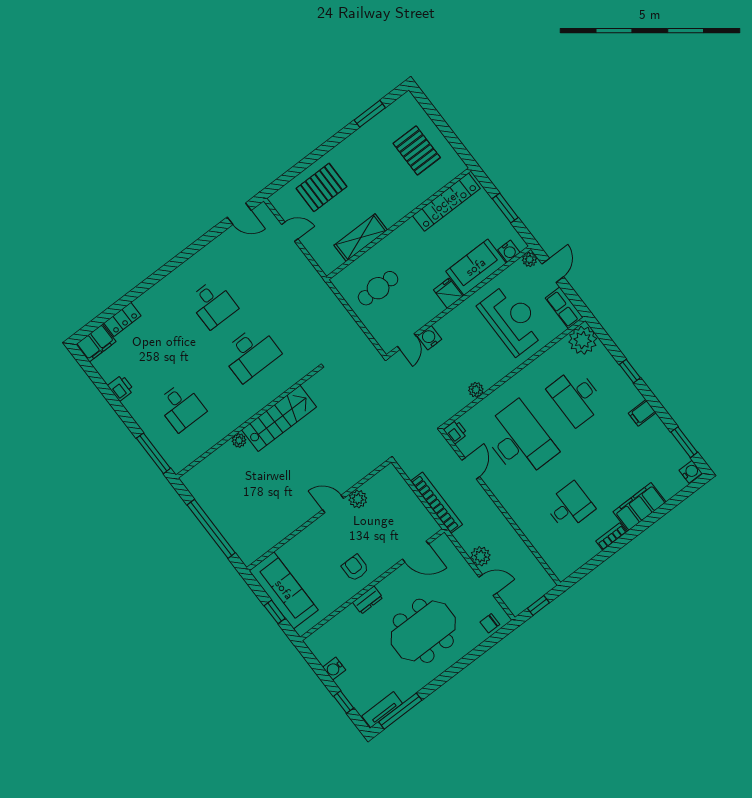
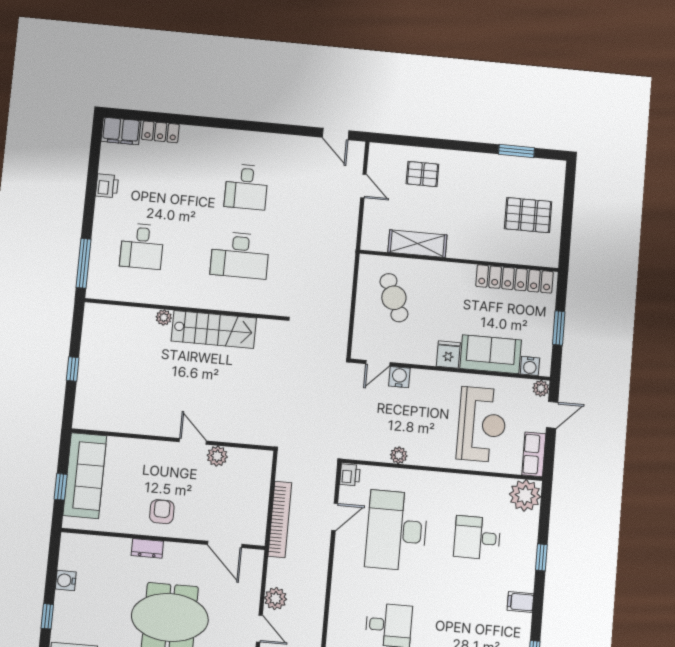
pallet: (417, 150) -> (528, 215), turned 90
pallet: (321, 187) -> (422, 174), width x0.67, depth x0.71
cafe table: (378, 288) -> (394, 298), turned 67
desk: (576, 397) -> (477, 538), width x0.73
desk: (519, 440) -> (397, 531), turned 180
window: (211, 529) -> (73, 369), width x0.32

